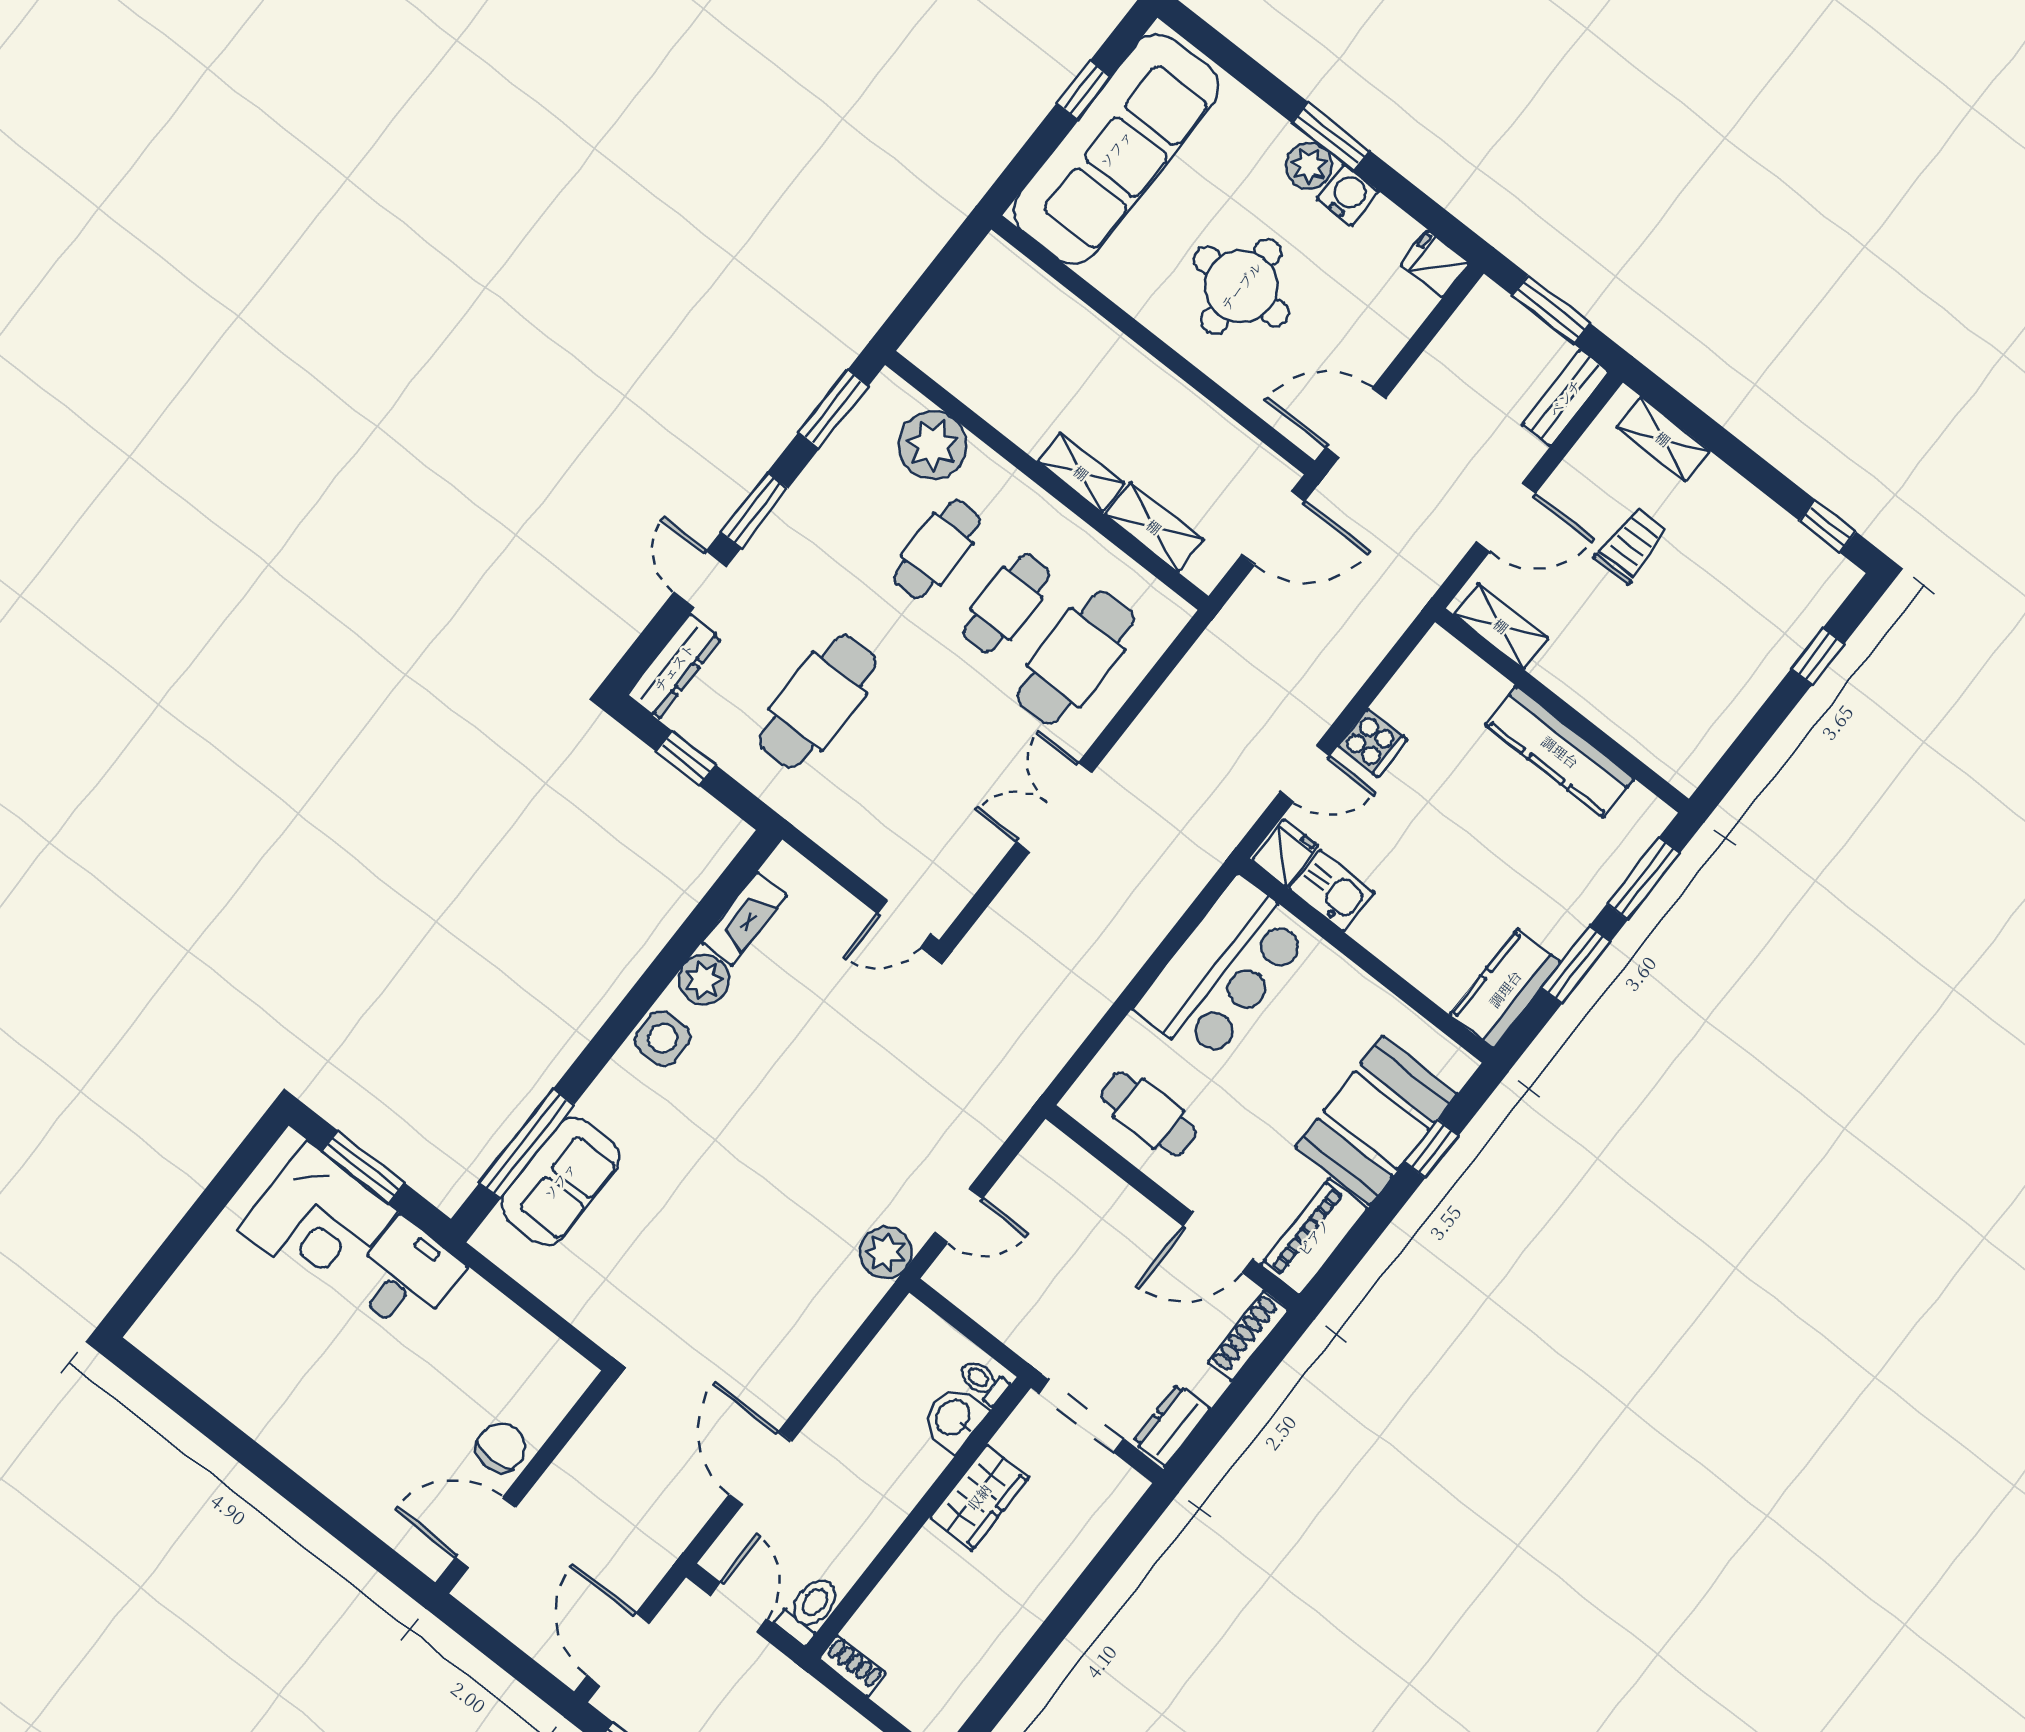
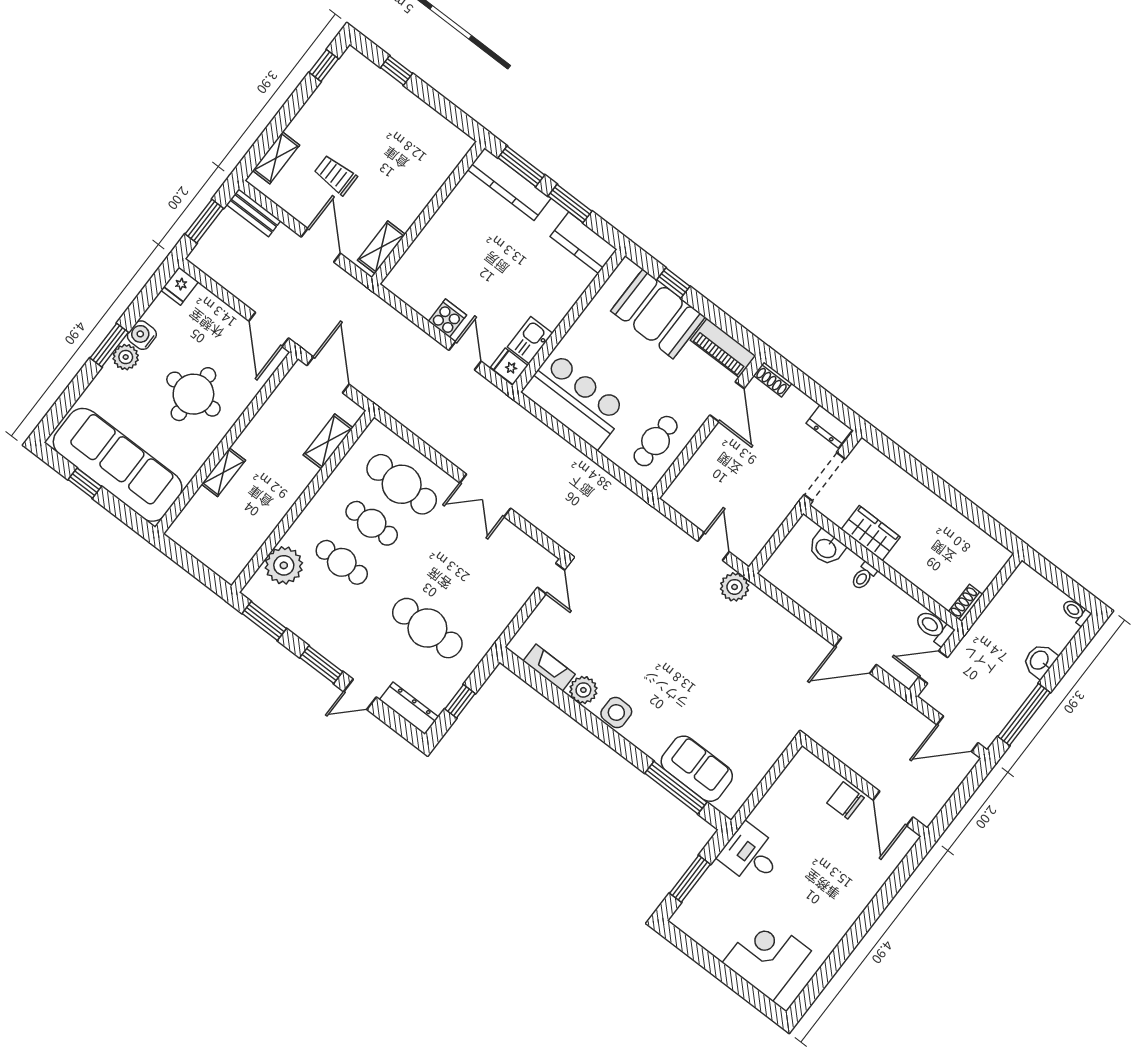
shelving: (1081, 473) -> (223, 472), moved
kitchen counter: (1560, 752) -> (509, 184), moved, turned 90
corner desk: (317, 1221) -> (767, 957), moved, turned -90
shoe rack: (1248, 1336) -> (773, 379), width x0.70
toilet: (983, 1381) -> (864, 576), moved

